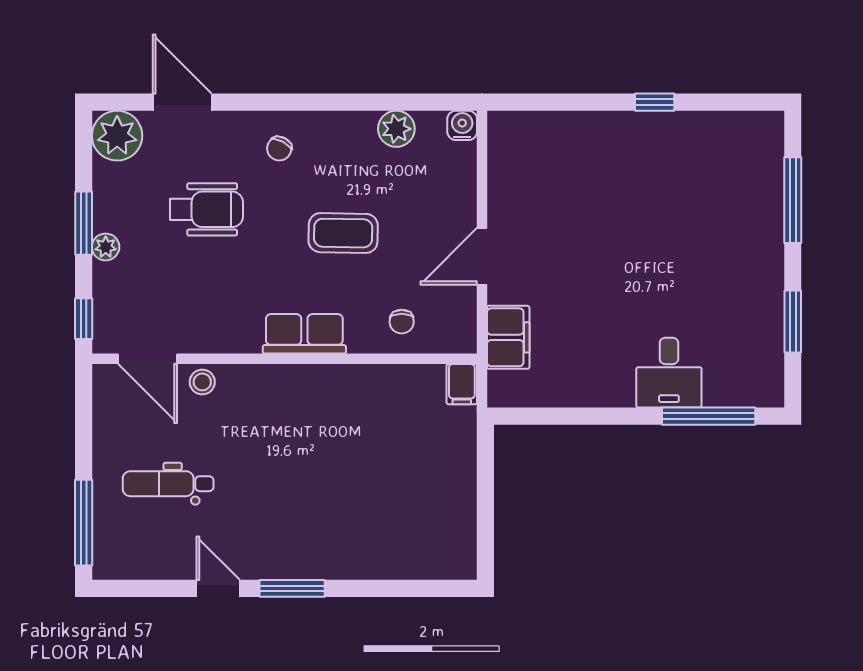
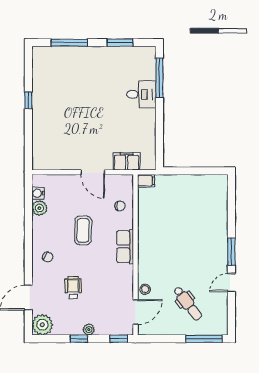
water cooler: (462, 125) -> (38, 193), moved
wheelchair: (206, 209) -> (73, 287), width x0.73, depth x0.73
window: (84, 223) -> (79, 339), width x0.67
dental chair: (168, 484) -> (188, 303), turned -37

